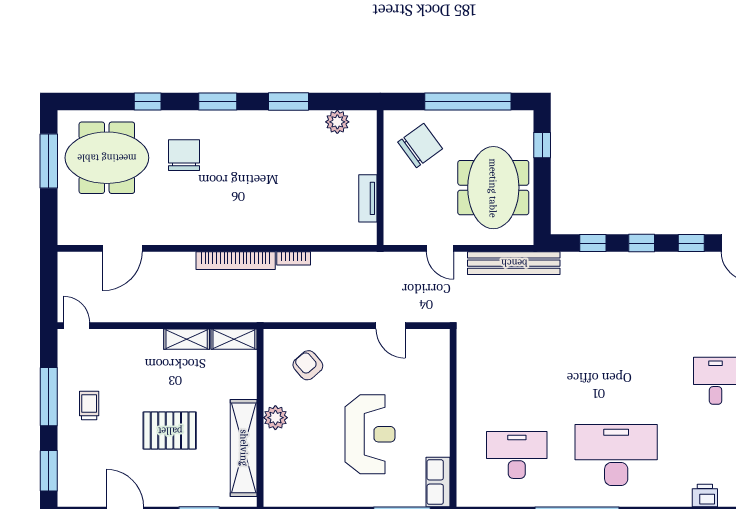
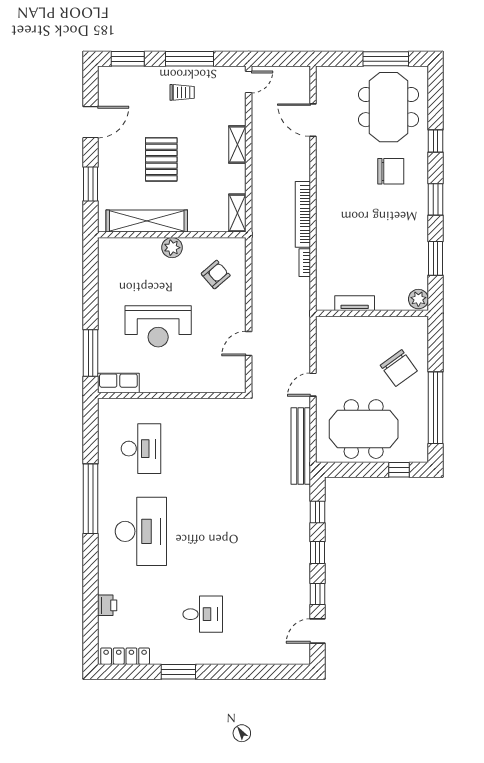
wall: (380, 178) -> (372, 313), moved
tv unit: (368, 198) -> (355, 303), moved
shelving: (187, 339) -> (237, 144), moved

